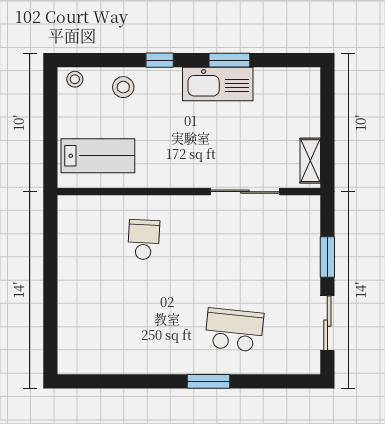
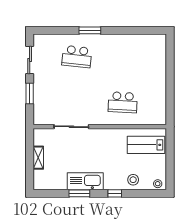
shelving: (310, 161) -> (38, 158), moved
school desk: (144, 240) -> (123, 102), width x1.85

